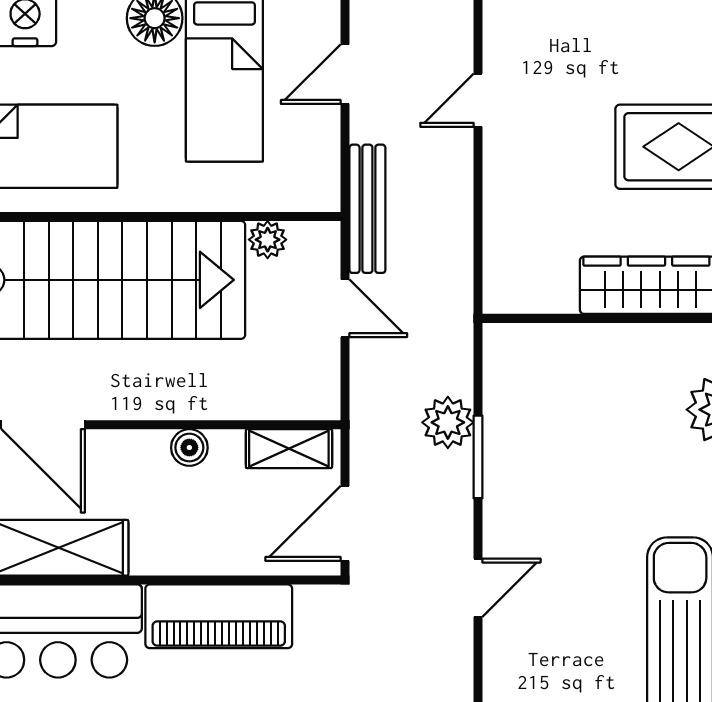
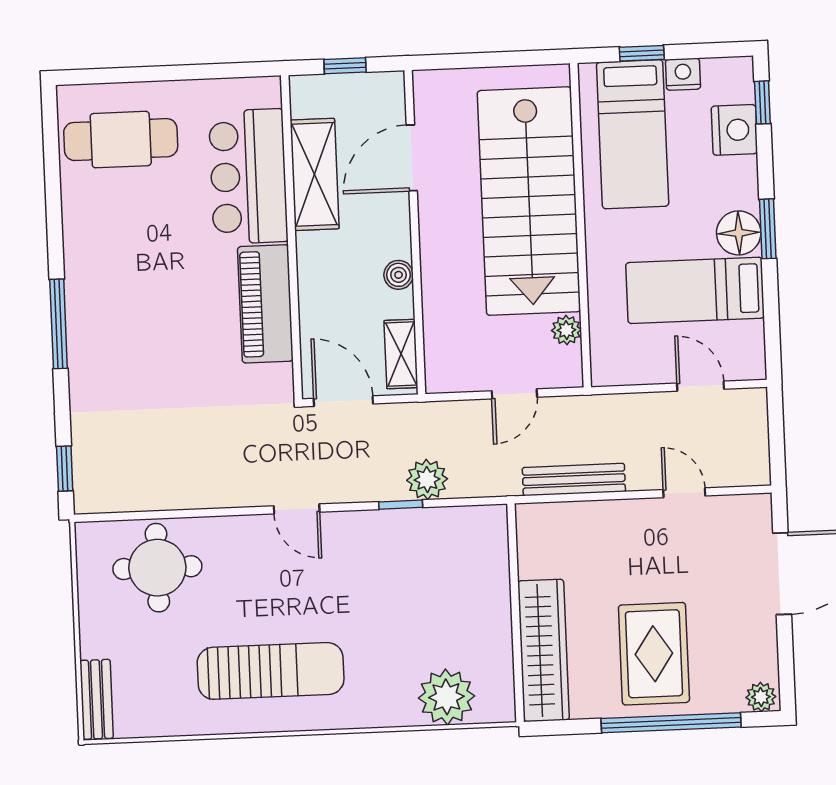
bench: (367, 209) -> (574, 480), moved
window: (478, 457) -> (401, 505), width x0.67

